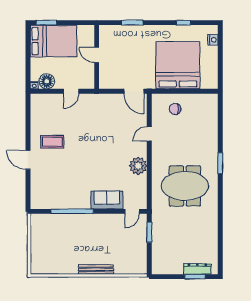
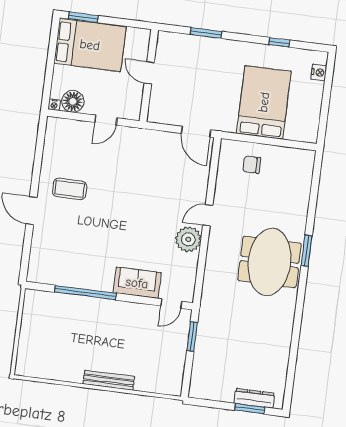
bed: (178, 65) -> (264, 102), width x0.73
door: (149, 134) -> (208, 215), moved
meeting table: (185, 186) -> (269, 262), moved, turned 90

